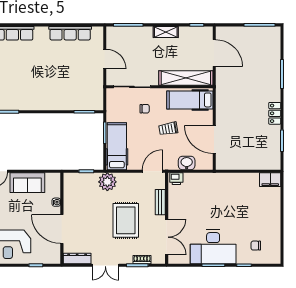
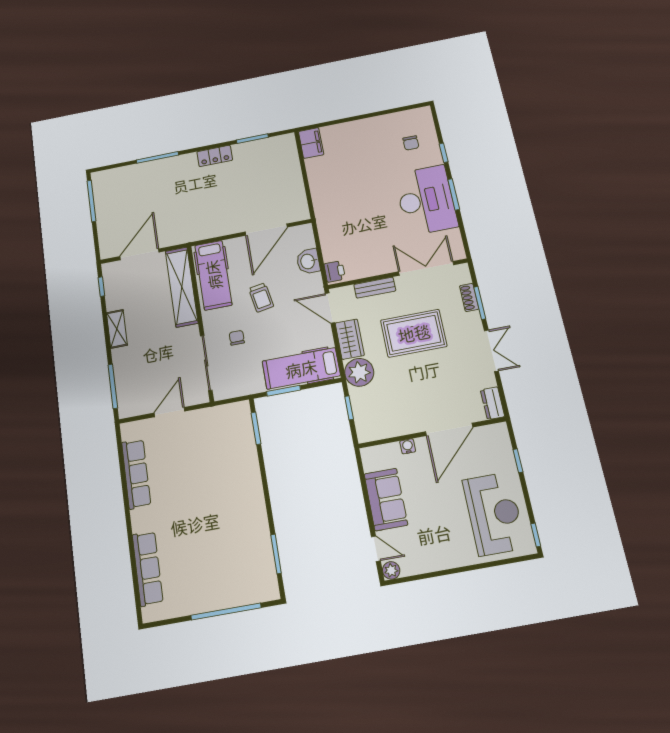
wardrobe: (130, 180) -> (350, 339), added
dresser: (77, 258) -> (493, 403), width x0.70

